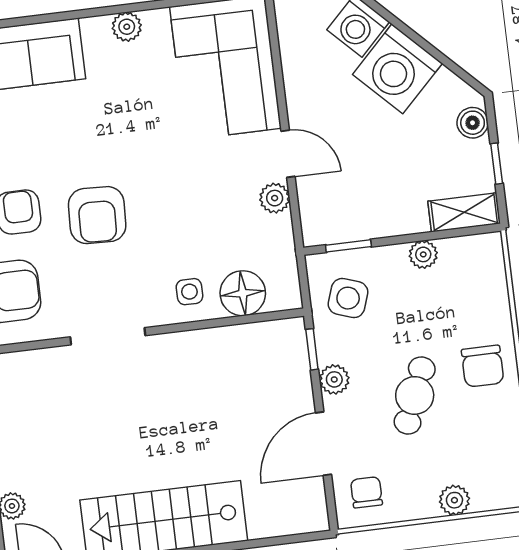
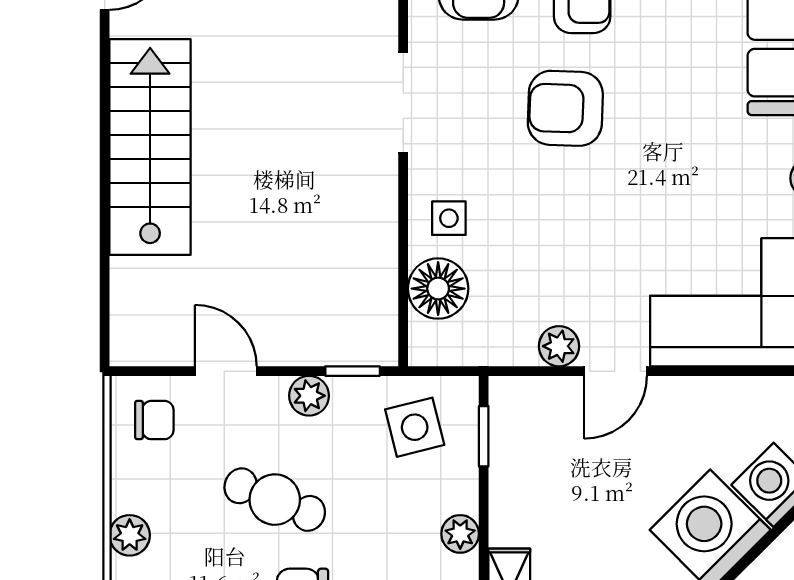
side table: (348, 298) -> (415, 427), turned -33
door: (324, 444) -> (226, 371), width x0.73

